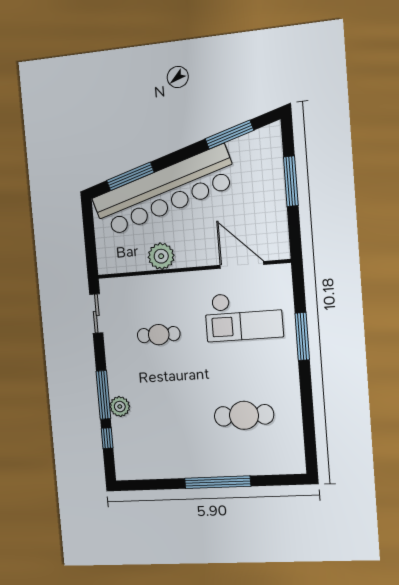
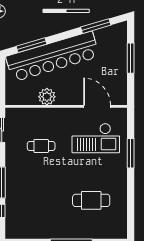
plant: (120, 407) -> (12, 191), removed

